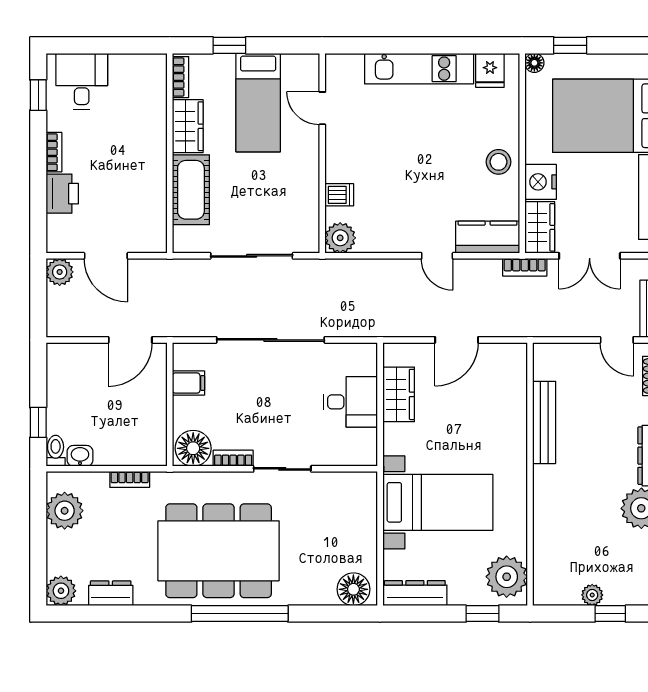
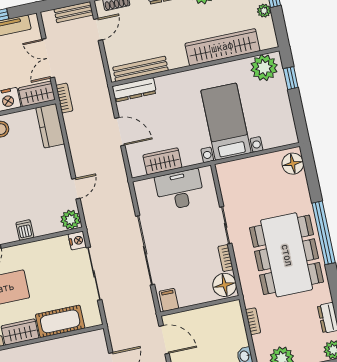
dishwasher: (339, 195) -> (25, 230), moved
nightstand: (307, 241) -> (77, 241), added
door: (437, 256) -> (76, 189), moved
double door: (590, 256) -> (48, 58), swing flipped
filing cabinet: (188, 383) -> (169, 300), moved
desk: (350, 402) -> (180, 190), width x1.37
bench: (544, 422) -> (140, 69), moved
wardrobe: (551, 521) -> (222, 47), added
dresser: (415, 593) -> (134, 90), moved, turned -90

